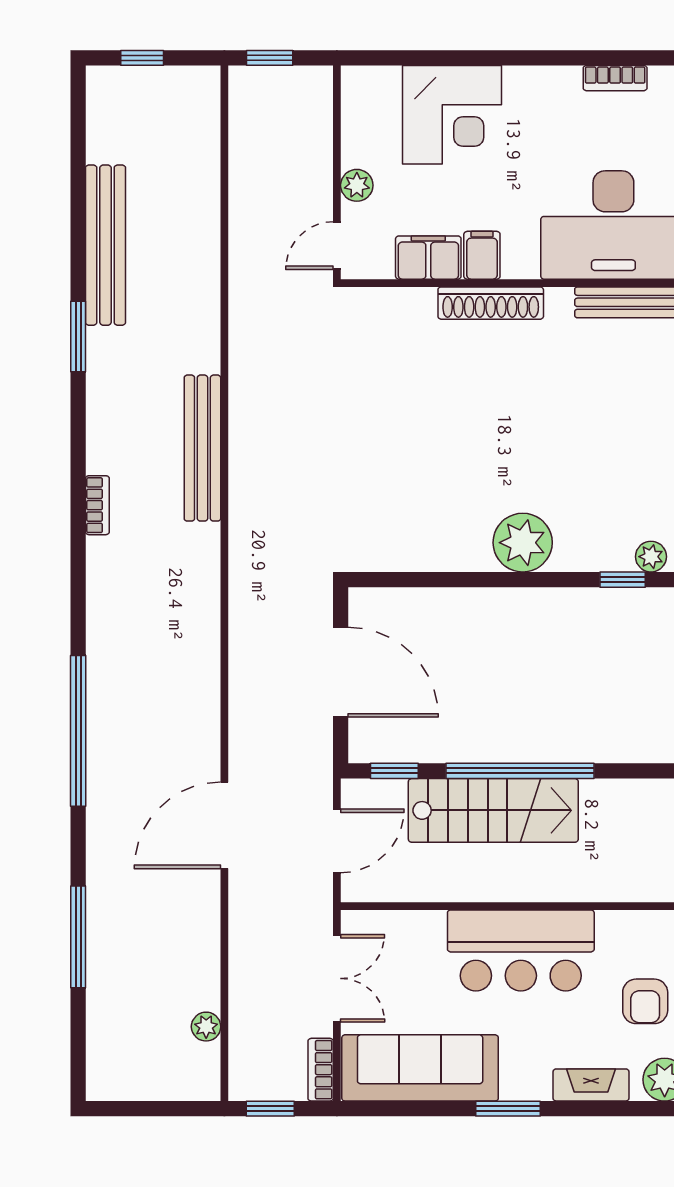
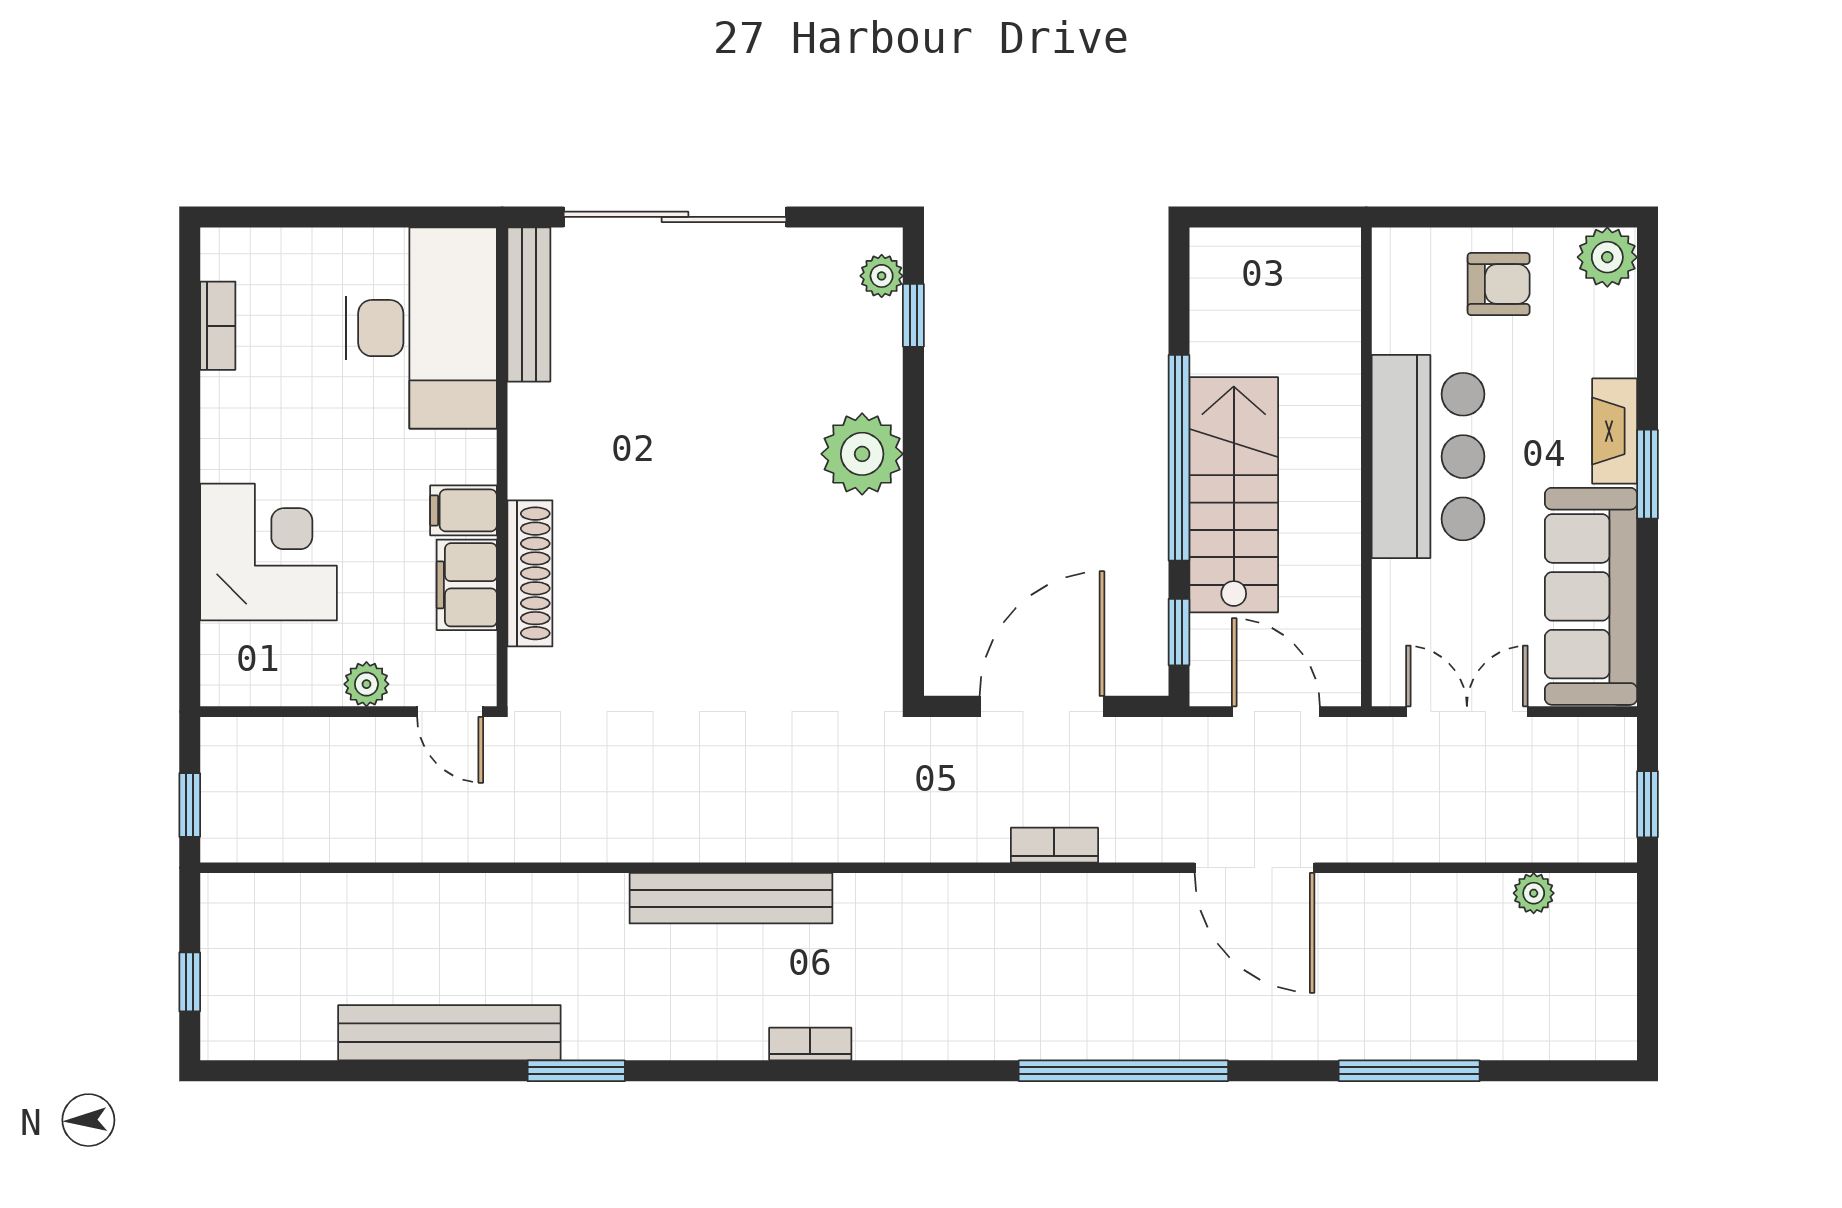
shoe rack: (491, 303) -> (530, 573), moved
bookcase: (321, 1070) -> (1054, 845), moved, turned 180
fireplace: (591, 1085) -> (1615, 431), moved

